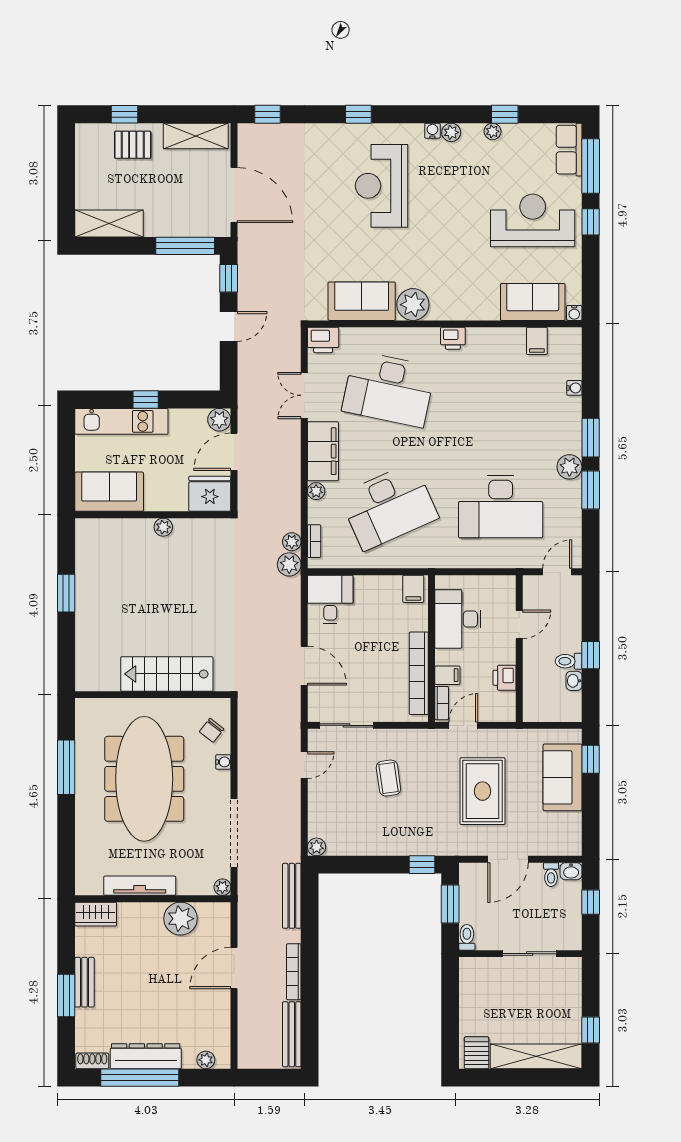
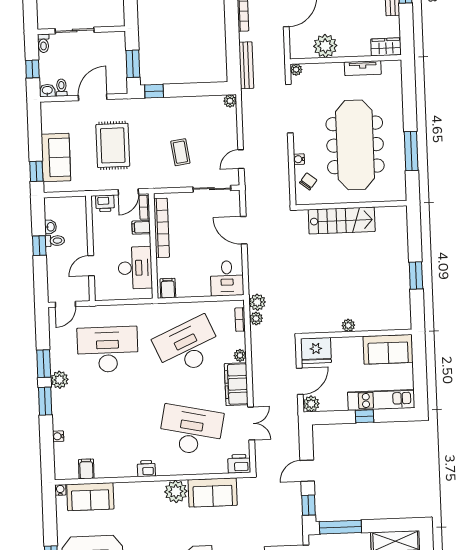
printer: (505, 678) -> (105, 203), moved, turned 90
tv unit: (140, 886) -> (363, 68), width x0.71
toilet: (467, 937) -> (43, 43), moved

